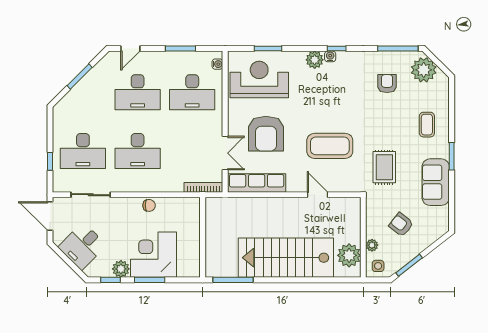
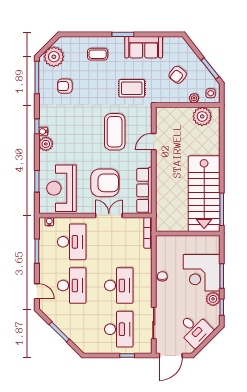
double door: (225, 153) -> (109, 216), moved
stairs: (286, 258) -> (204, 194), moved

